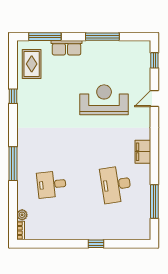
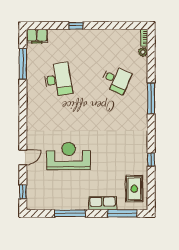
reception desk: (104, 100) -> (69, 156), turned 180
filing cabinet: (143, 152) -> (37, 36), moved, turned 90
desk: (52, 184) -> (116, 79), turned 30

